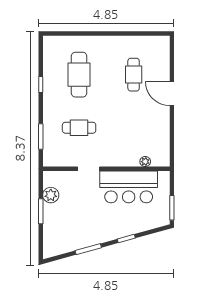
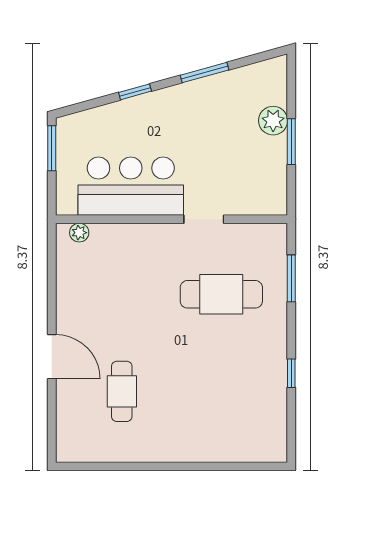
cafe table: (79, 75) -> (221, 391), removed
cafe table: (79, 128) -> (221, 294), width x1.37, depth x1.35
plant: (145, 162) -> (79, 233), moved
plant: (51, 195) -> (273, 121), moved

